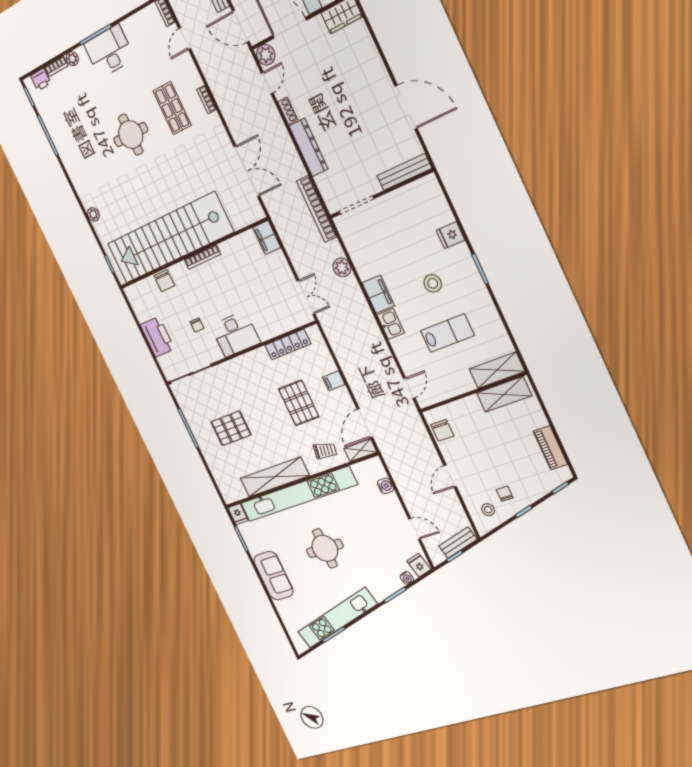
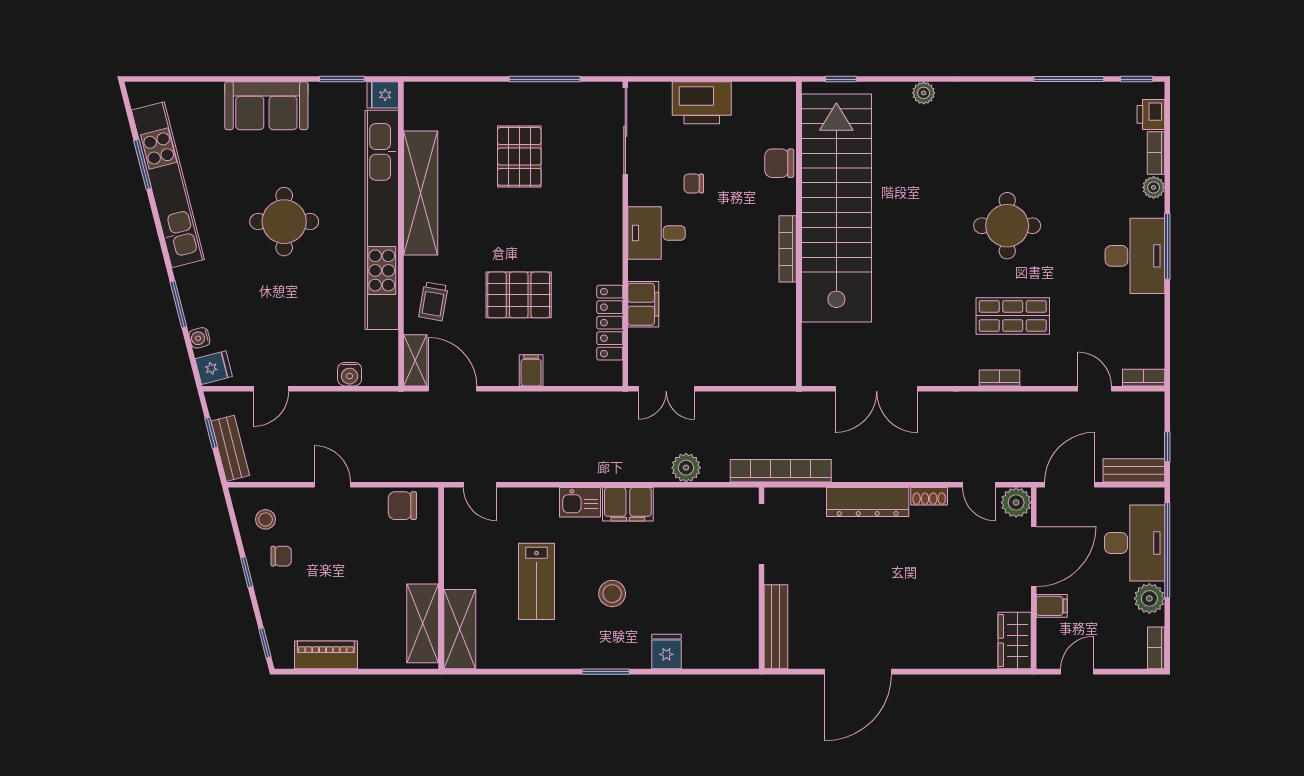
filing cabinet: (267, 238) -> (643, 304), moved, turned 90
desk: (235, 334) -> (657, 233), width x0.73

